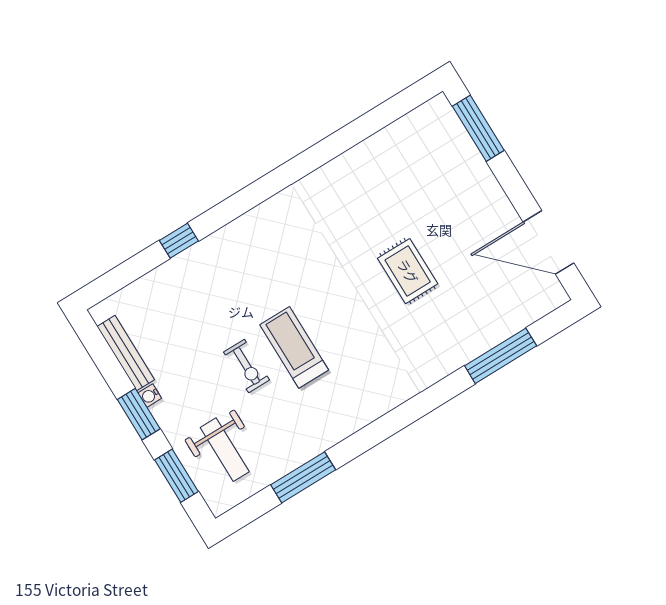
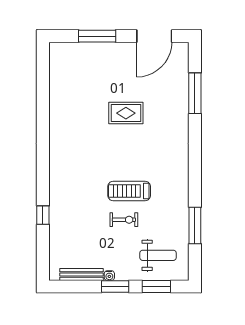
window: (478, 128) -> (97, 36), moved

